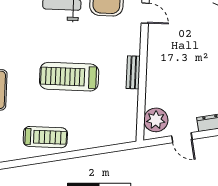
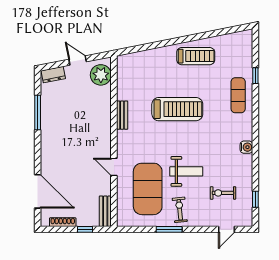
treadmill: (45, 137) -> (196, 56), turned 180

